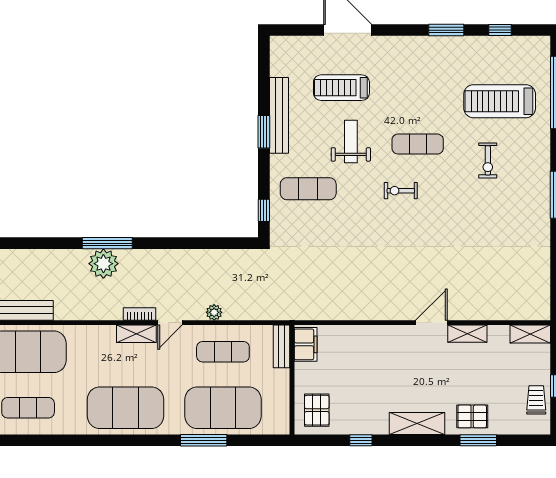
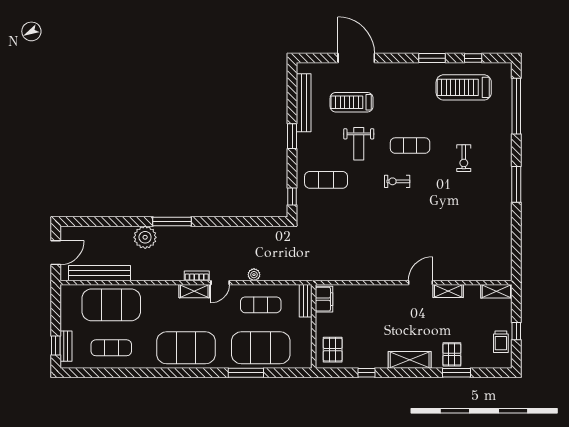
treadmill: (500, 101) -> (464, 87), moved
bench: (279, 115) -> (304, 103), moved
weight bench: (351, 142) -> (359, 144), turned 180
plant: (103, 264) -> (145, 237), moved
trolley: (536, 400) -> (501, 342), turned 180
pallet: (472, 416) -> (452, 354), turned 90

